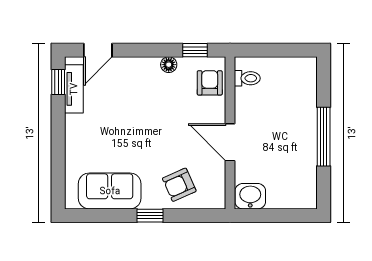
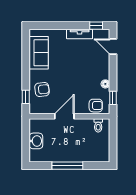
tv unit: (74, 89) -> (80, 34), moved
armchair: (179, 185) -> (42, 89), turned 106
washbasin: (250, 196) -> (36, 141), moved
window: (150, 216) -> (26, 97), moved

